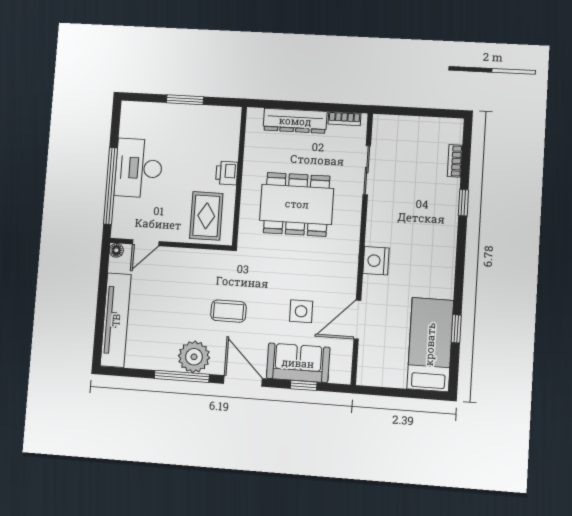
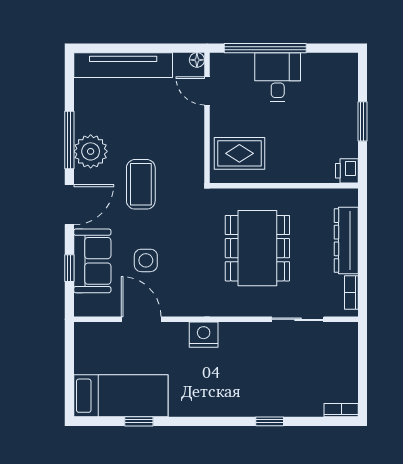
bookcase: (455, 161) -> (341, 410), moved
desk: (139, 168) -> (278, 77), width x0.73
printer: (227, 173) -> (347, 171), moved, turned -90
coffee table: (228, 311) -> (141, 184), width x1.36, depth x1.30

